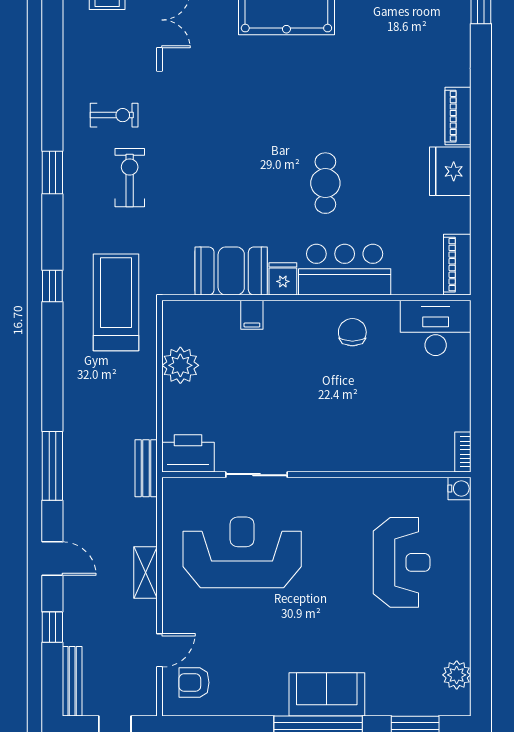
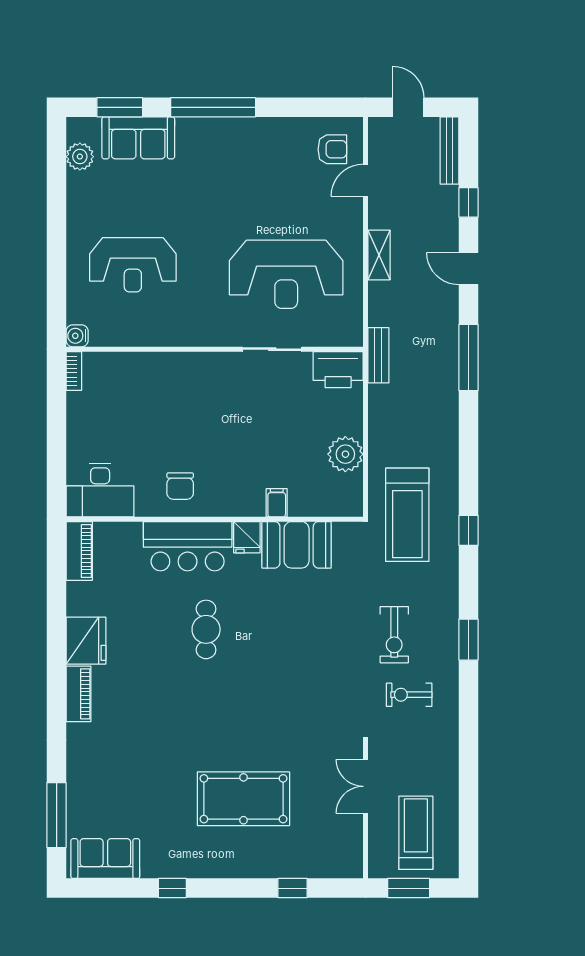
reception desk: (402, 562) -> (133, 265), turned -90
sofa: (327, 694) -> (138, 138), moved

